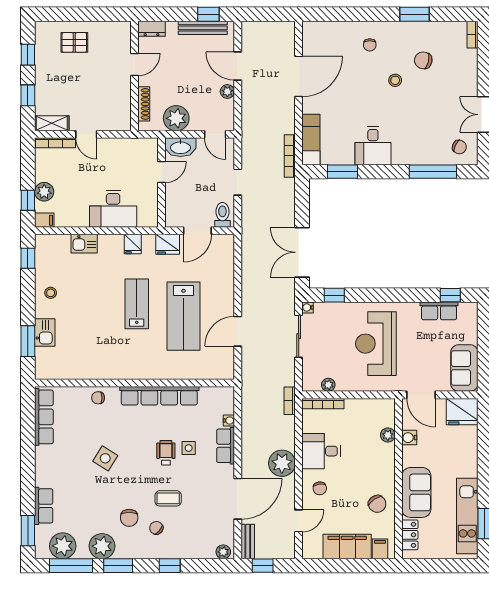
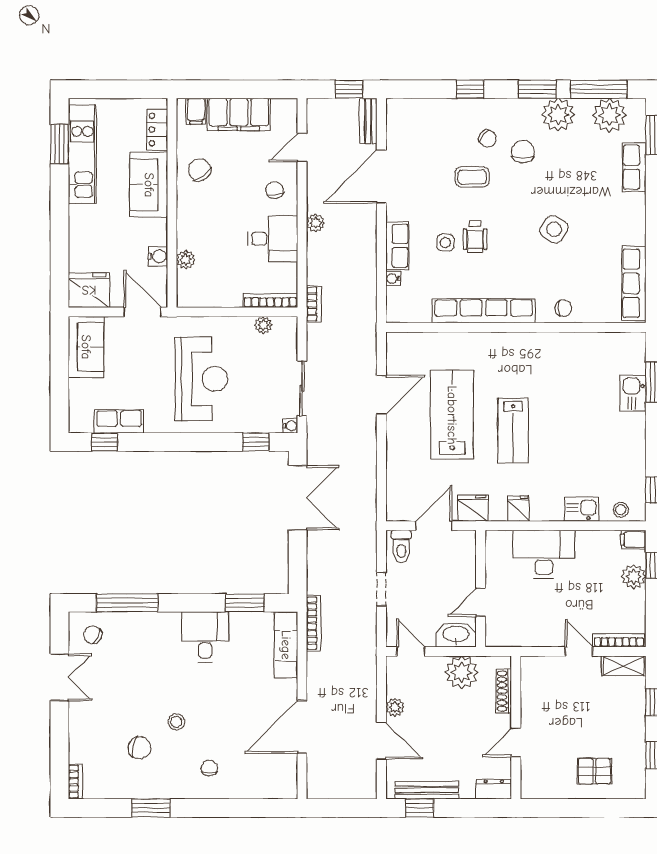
stool: (51, 293) -> (621, 510), moved
plant: (282, 463) -> (316, 223), width x0.53, depth x0.53
plant: (223, 552) -> (400, 107), removed

